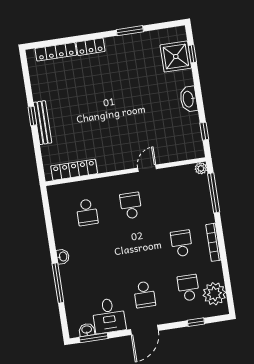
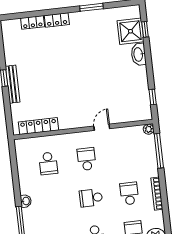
locker: (56, 52) -> (33, 22), width x0.66
washbasin: (189, 99) -> (139, 54), moved
school desk: (138, 250) -> (91, 198), added

